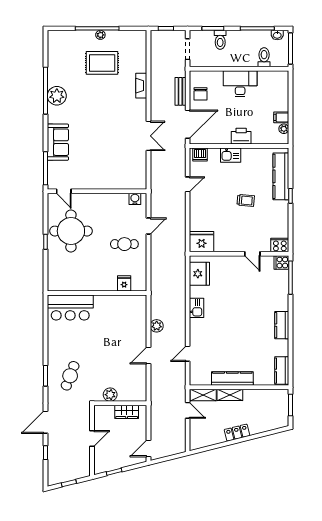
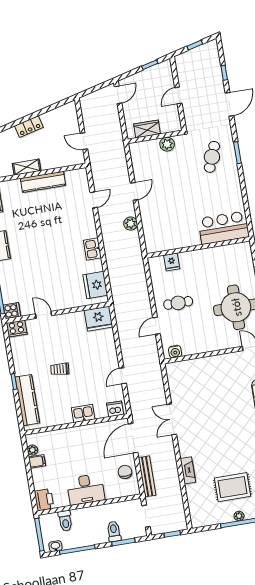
bench: (180, 91) -> (147, 476), width x1.36
printer: (241, 136) -> (44, 500), moved, turned -90
shelving: (203, 395) -> (71, 160), removed
shelving: (230, 395) -> (27, 167), moved

